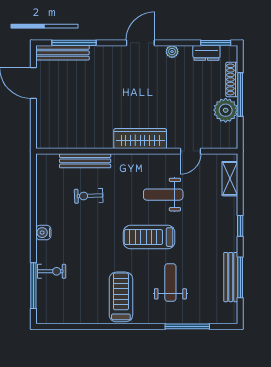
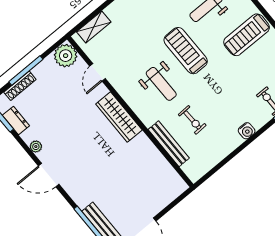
plant: (226, 110) -> (66, 56), moved
door: (191, 151) -> (98, 72), swing flipped
weight bench: (163, 195) -> (161, 84), moved
treadmill: (149, 237) -> (186, 51), turned 180

